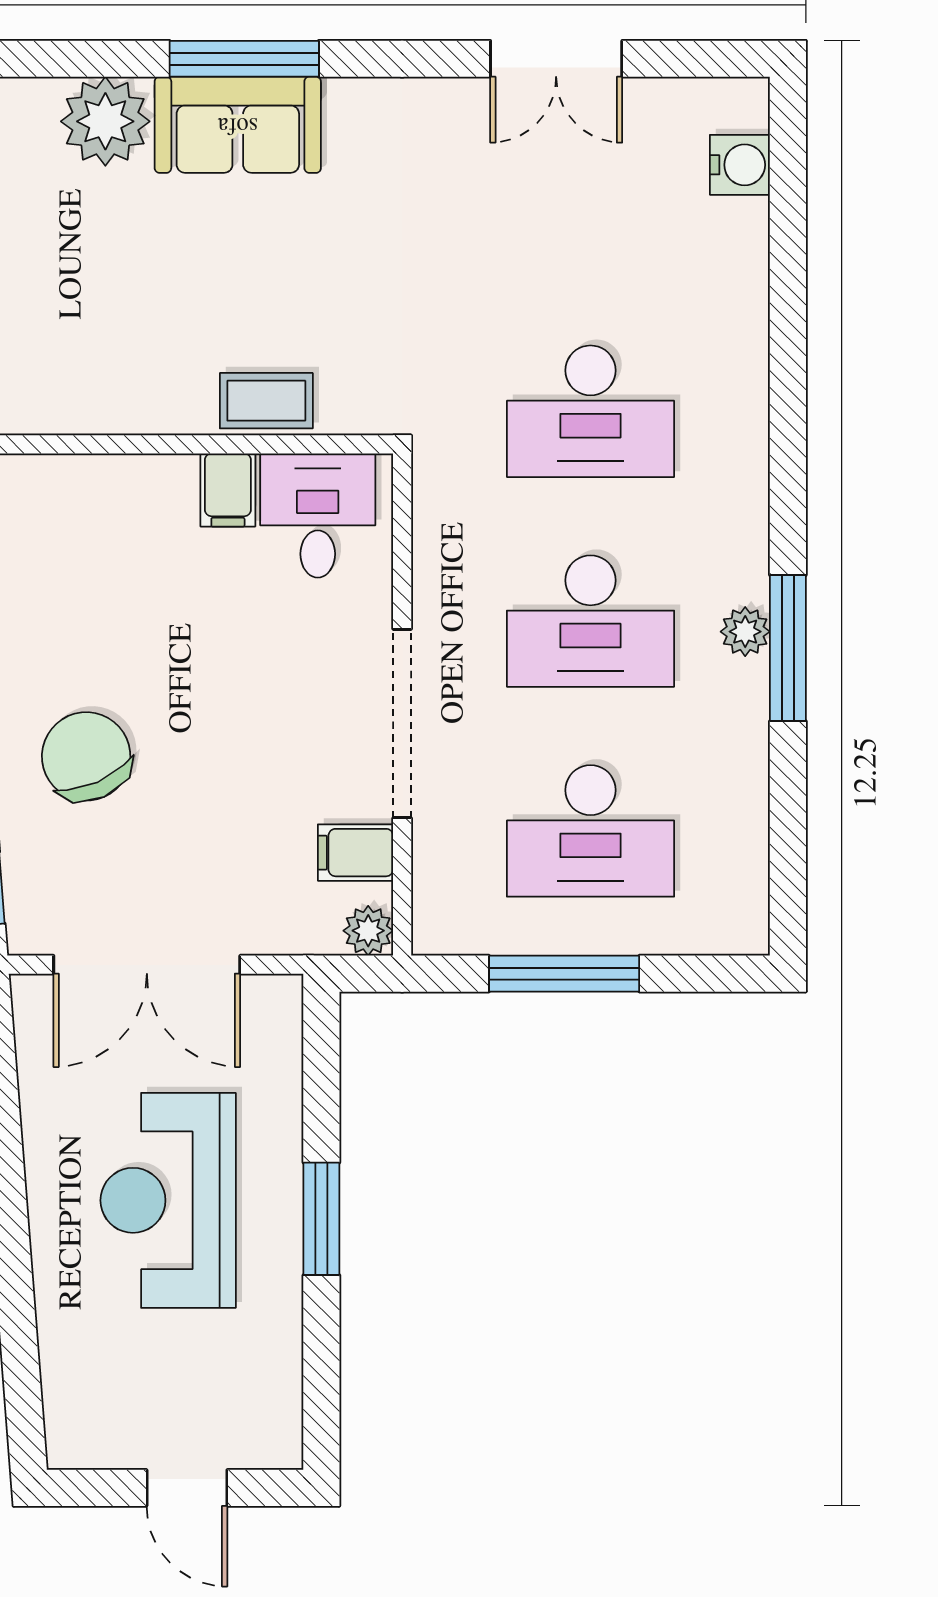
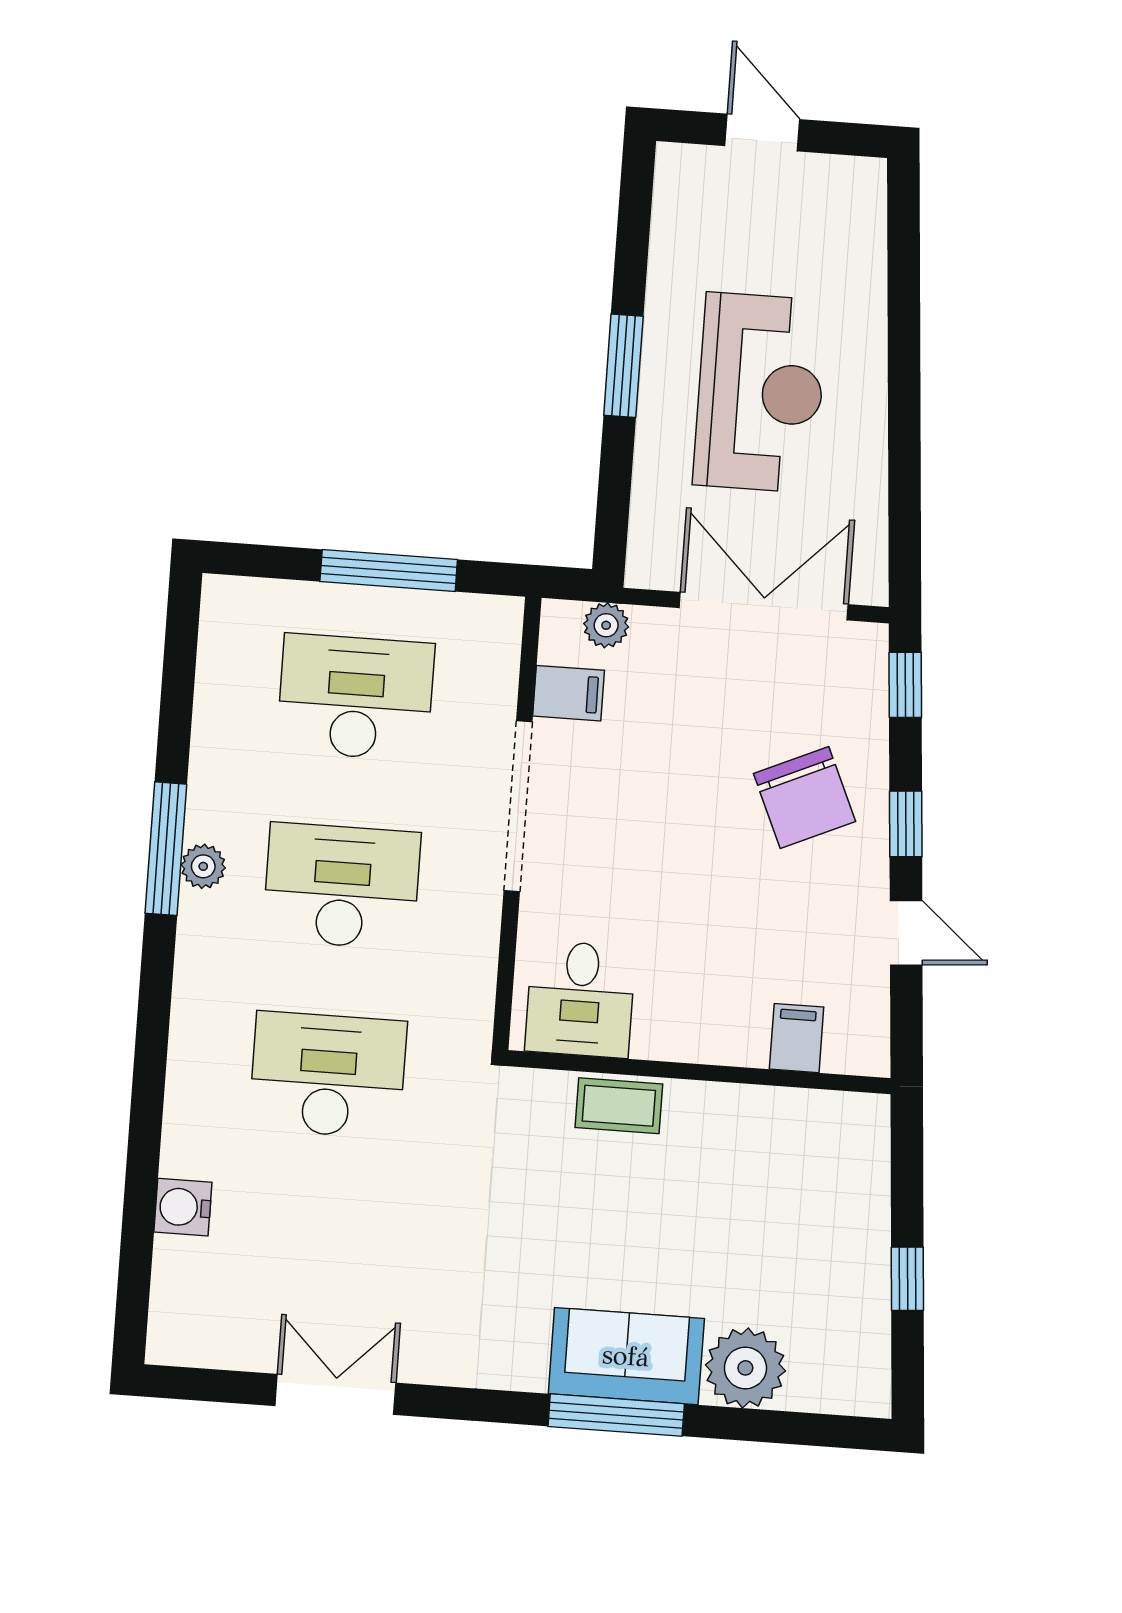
water cooler: (740, 165) -> (183, 1207), moved
filing cabinet: (228, 490) -> (797, 1038), moved
plant: (368, 931) -> (606, 625), moved

